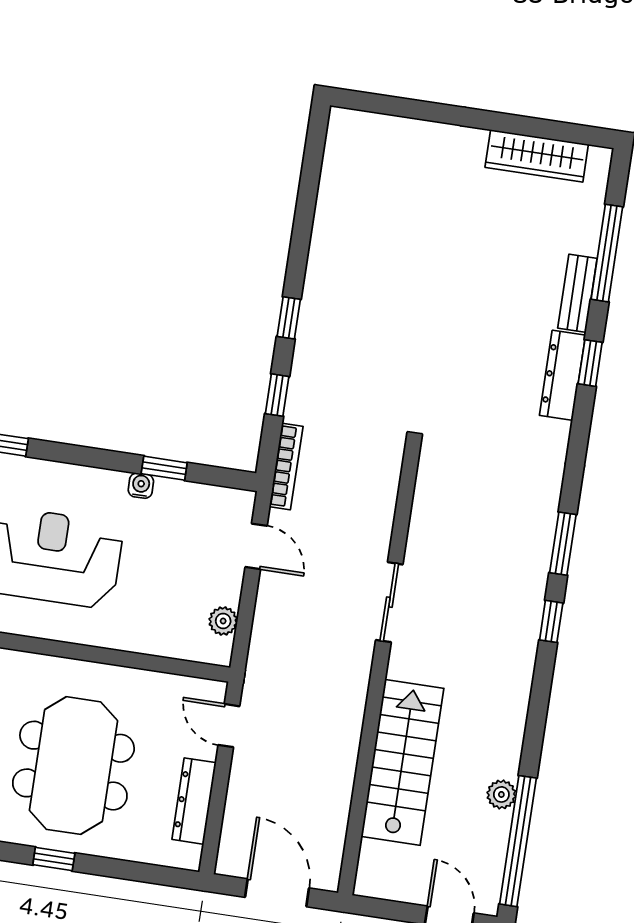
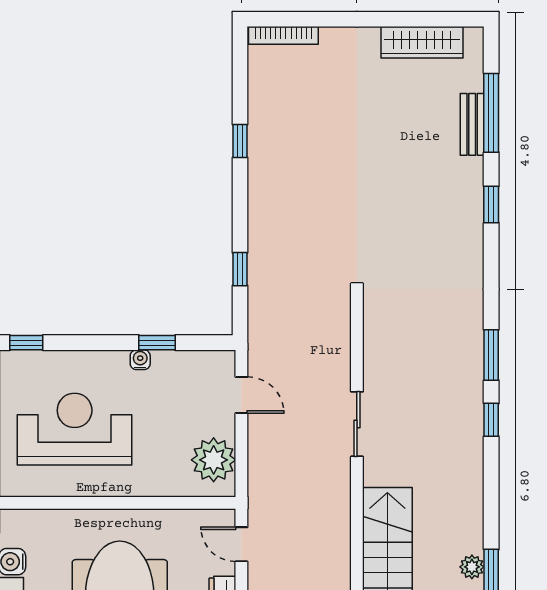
bench: (577, 293) -> (472, 124), moved
window: (289, 318) -> (240, 141), moved
dresser: (562, 375) -> (470, 218), removed
bookcase: (286, 466) -> (283, 35), moved, turned 90
plant: (223, 621) -> (214, 460), width x1.87, depth x1.87

